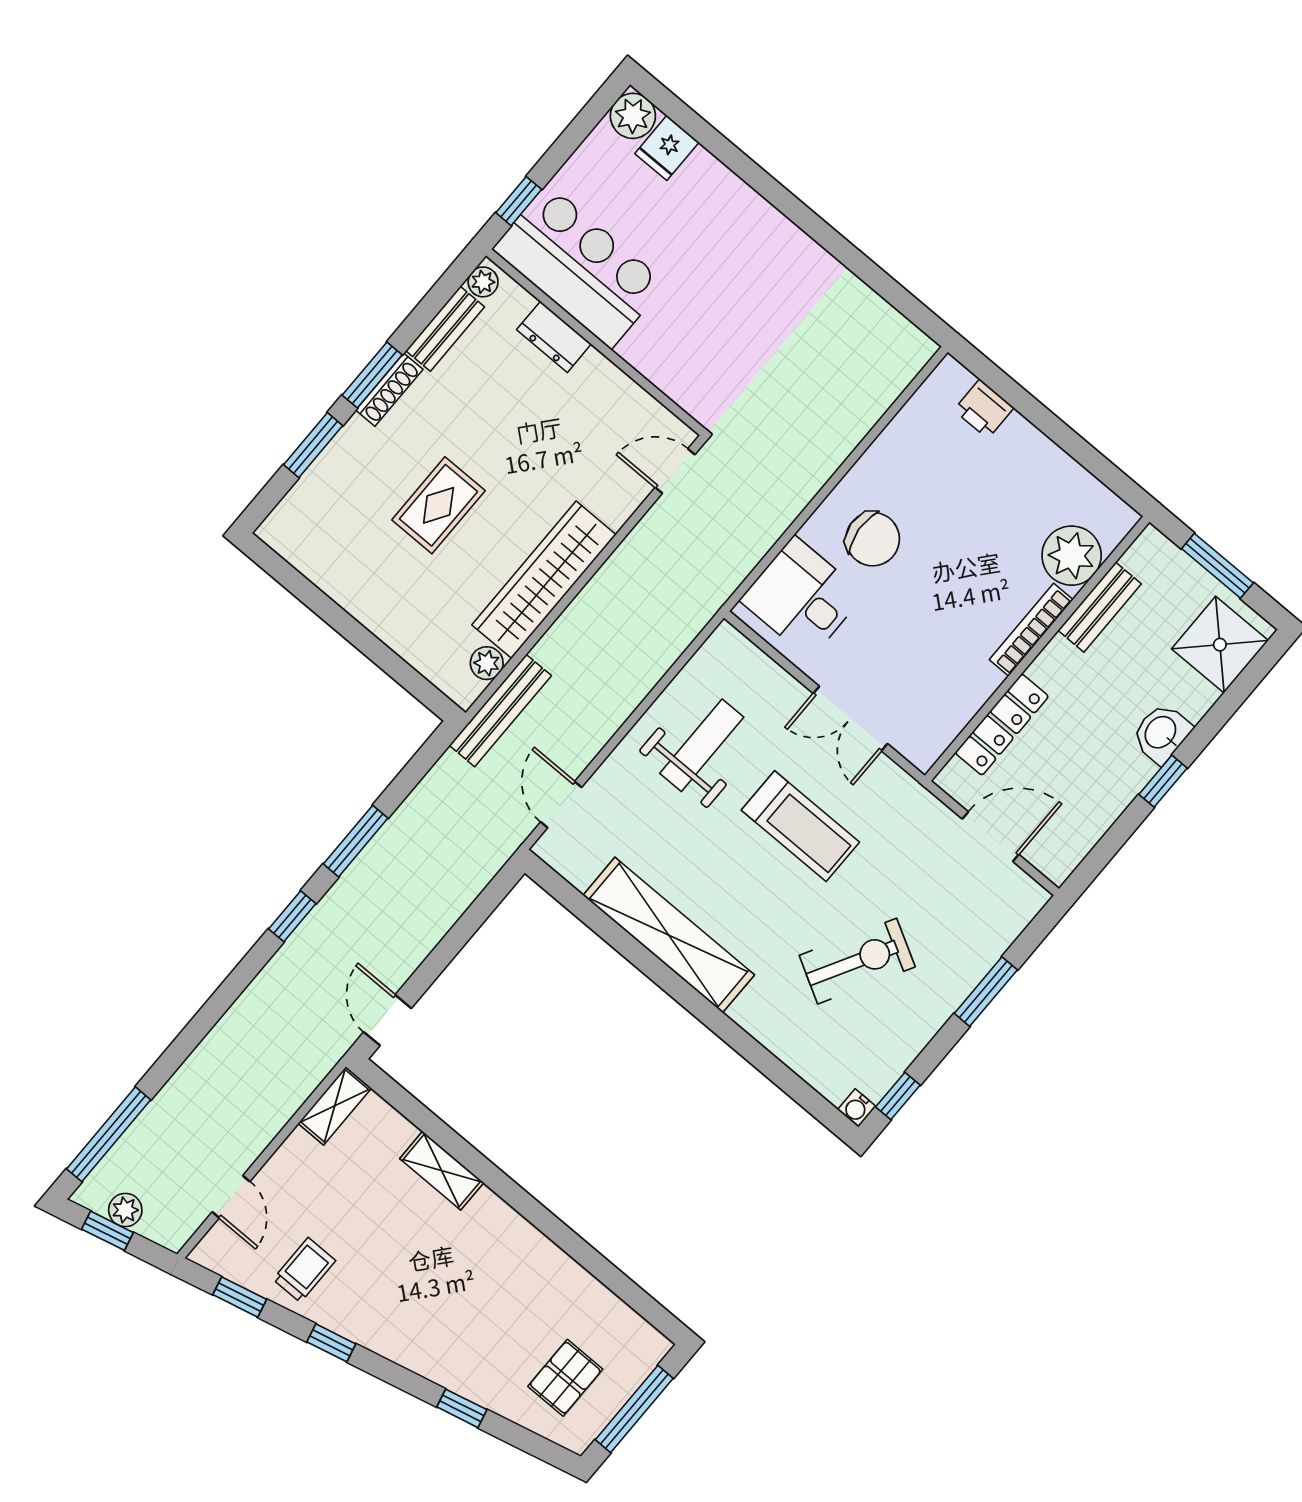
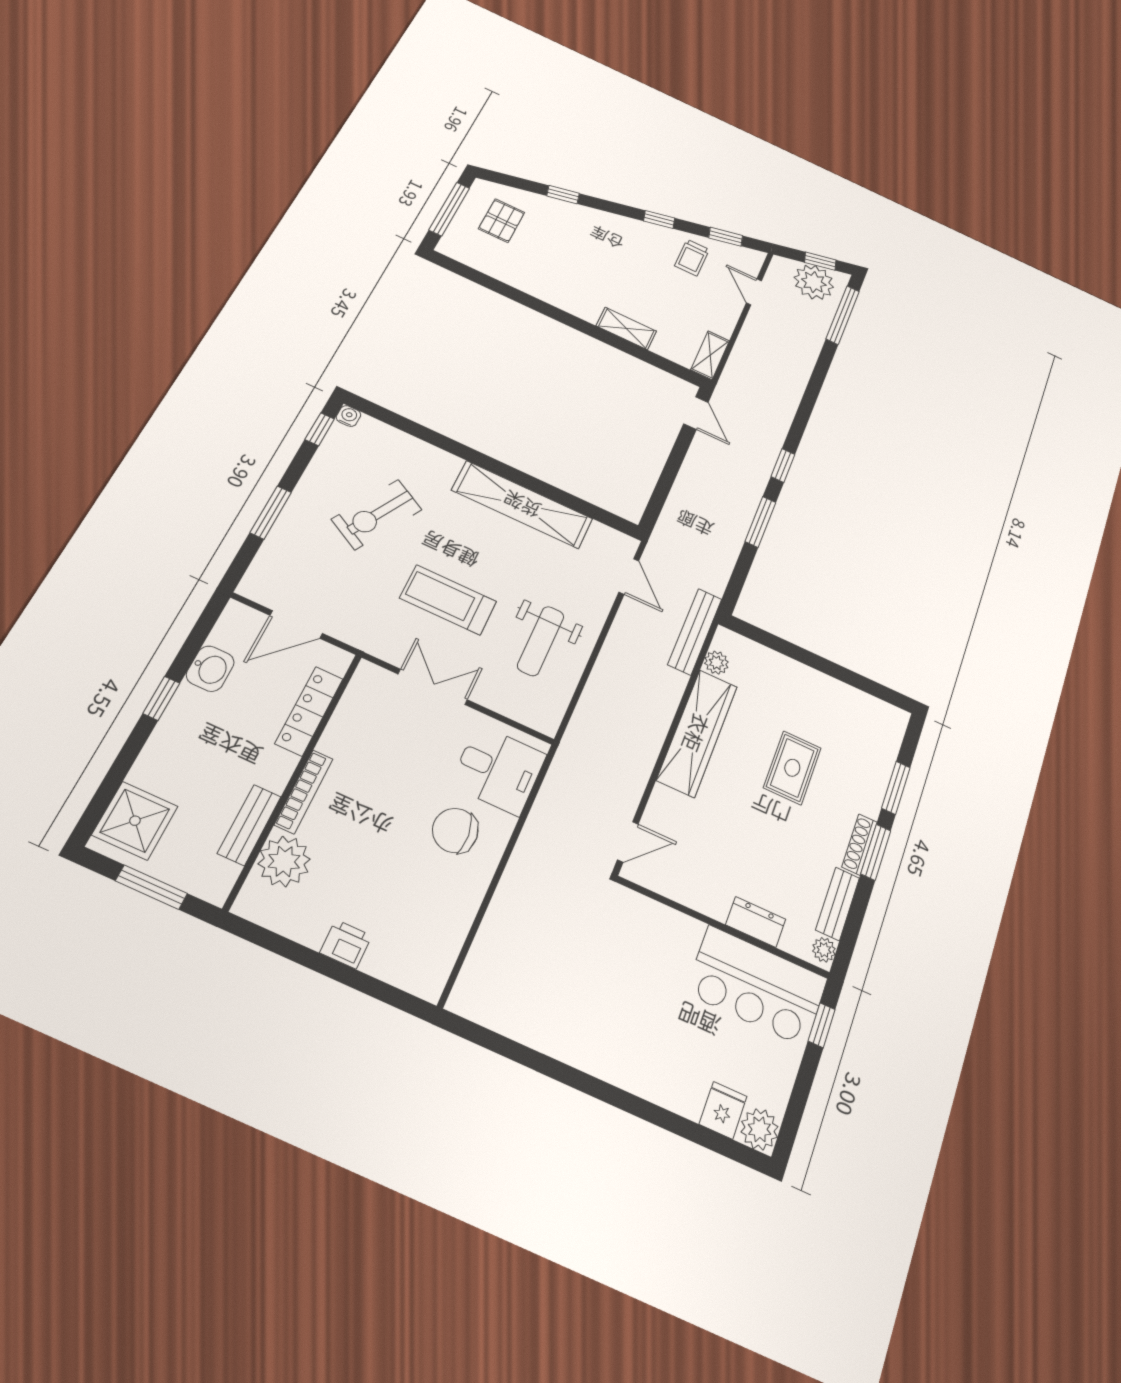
printer: (984, 409) -> (346, 944), moved
washbasin: (1161, 733) -> (210, 669), moved
plant: (125, 1210) -> (814, 282), width x1.88, depth x1.88

